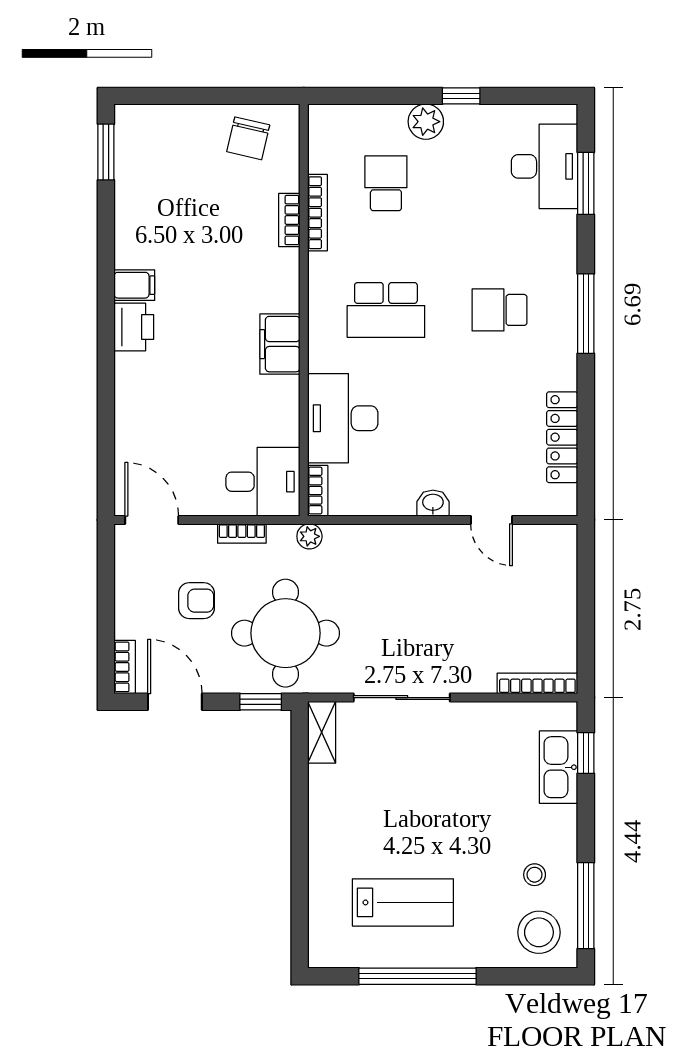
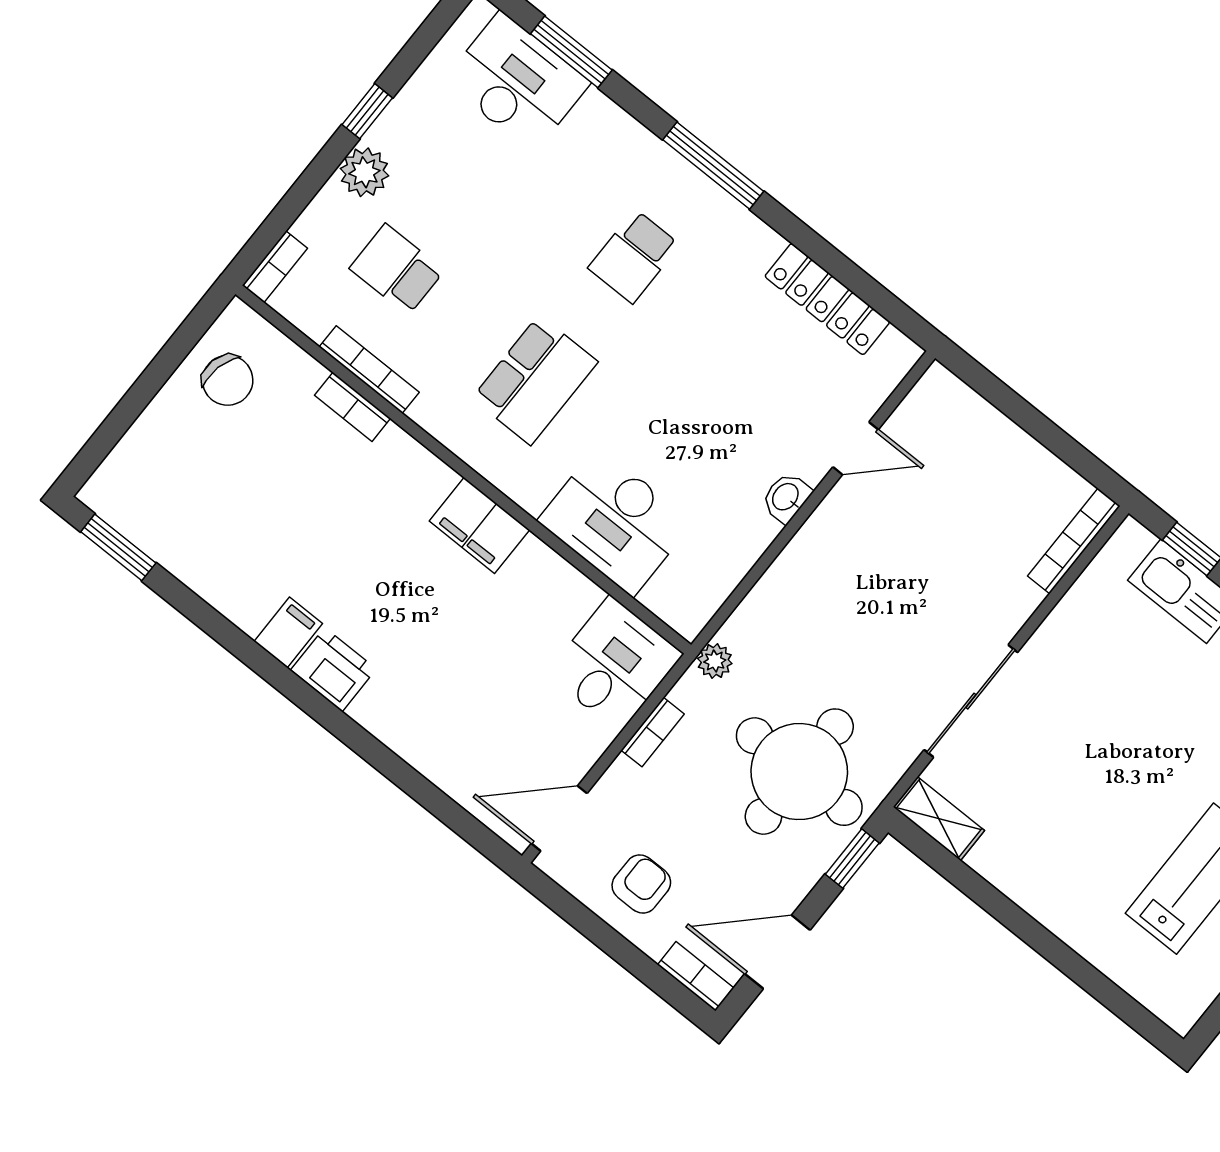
bookcase: (318, 491) -> (275, 267), moved, turned 90
armchair: (197, 601) -> (641, 884), moved

